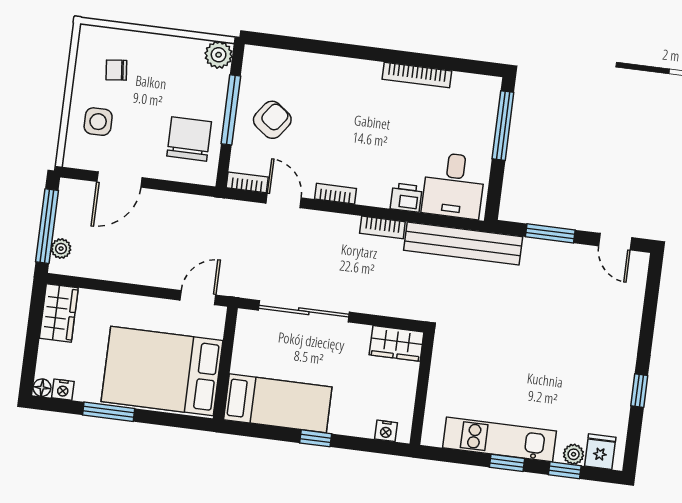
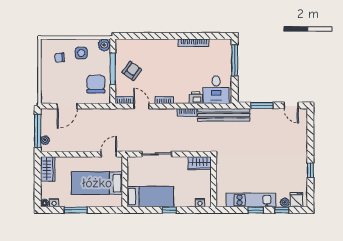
side table: (98, 122) -> (81, 53), moved
sliding door: (304, 311) -> (157, 154), width x0.73
bed: (162, 371) -> (97, 183), width x0.67

